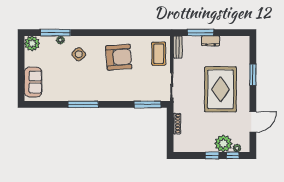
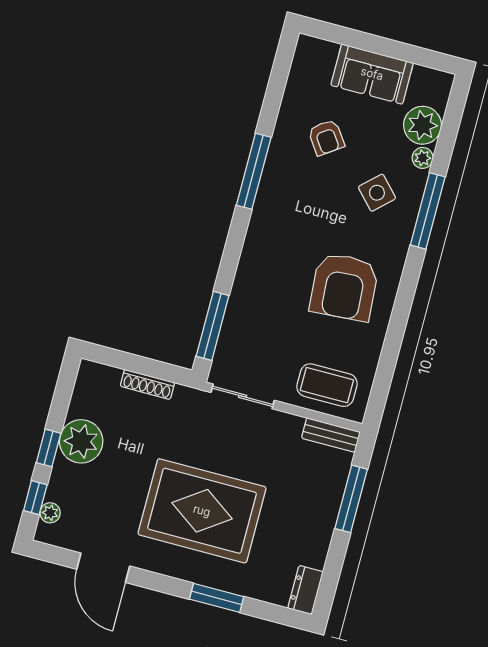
window: (55, 33) -> (428, 211), moved
dresser: (211, 41) -> (305, 590), moved
plant: (32, 43) -> (423, 125), moved
armchair: (62, 80) -> (326, 138), added
sofa: (33, 82) -> (372, 74), moved
plant: (223, 144) -> (81, 441), moved

